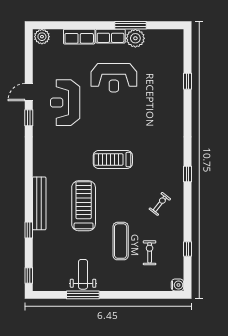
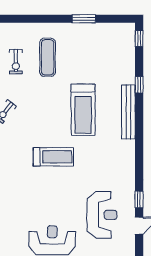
exercise mat: (121, 241) -> (48, 57), moved
weight bench: (83, 274) -> (84, 40), removed
window: (83, 295) -> (84, 19), width x0.69

